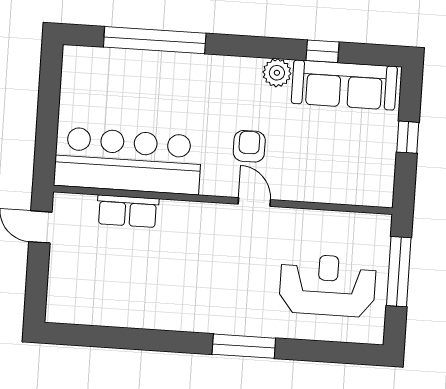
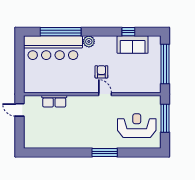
plant: (277, 73) -> (89, 41), moved
sofa: (344, 85) -> (133, 45), width x0.73
window: (408, 137) -> (165, 64), width x3.17
bar counter: (128, 161) -> (53, 48), moved, turned 180

